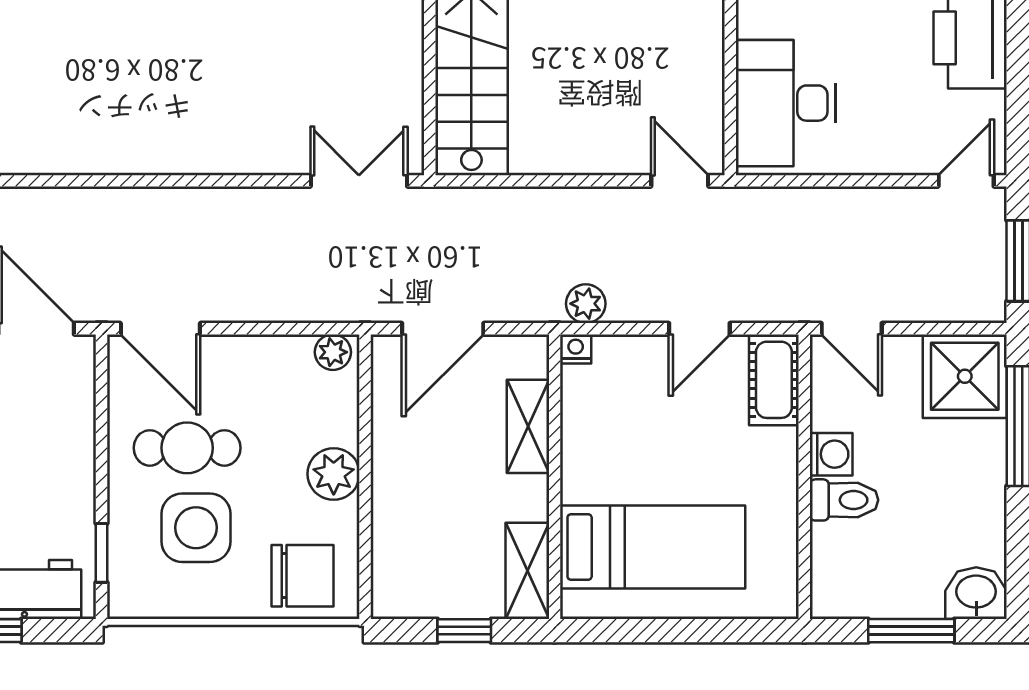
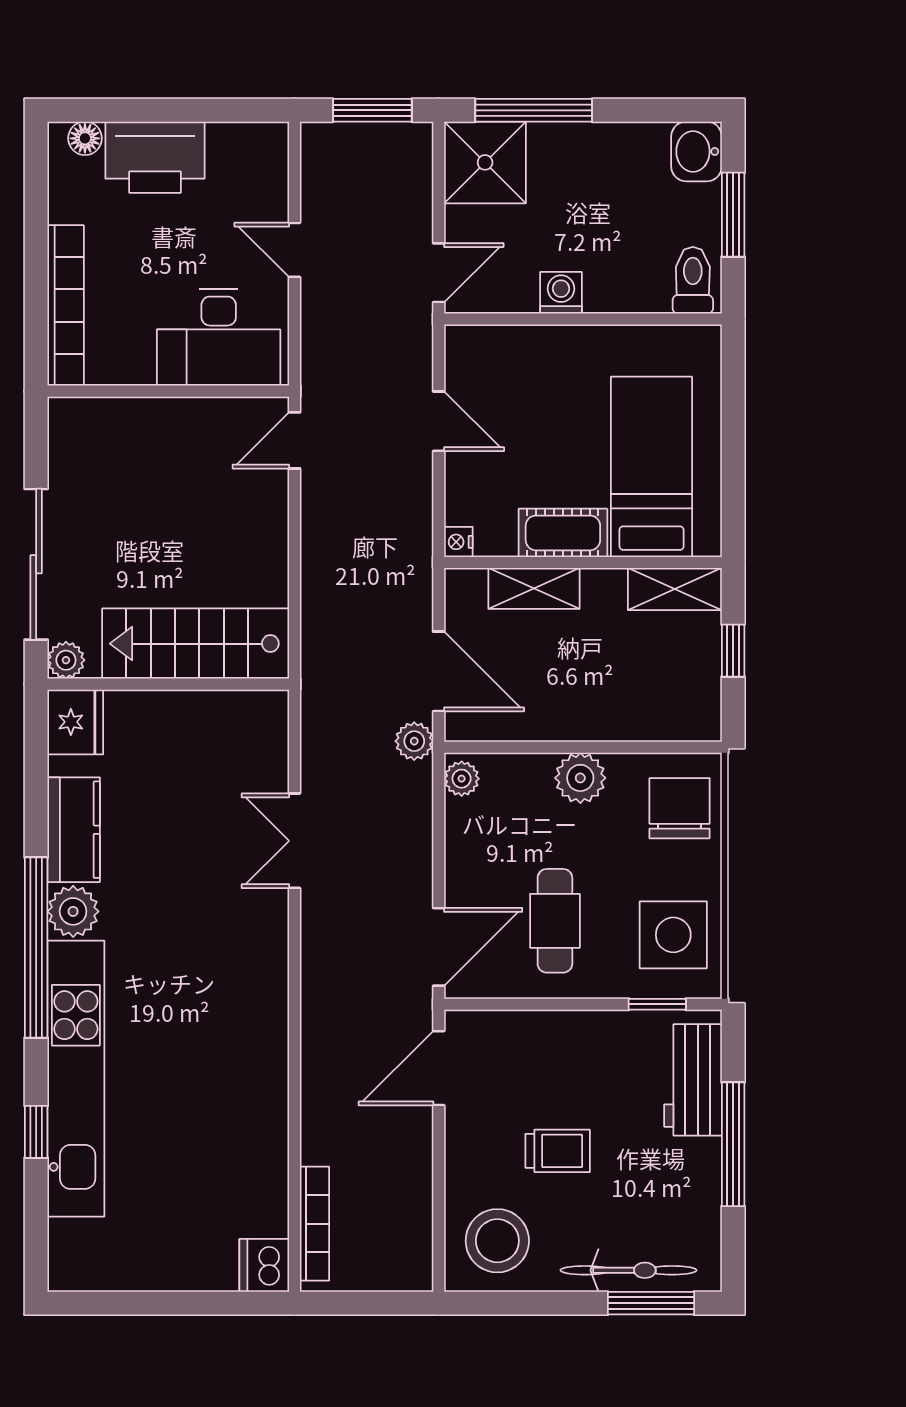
double door: (359, 181) -> (294, 841), moved
door: (966, 181) -> (294, 250), moved
plant: (586, 304) -> (414, 741), moved
cot: (774, 380) -> (563, 533), moved
toilet: (844, 500) -> (693, 280), moved
side table: (196, 528) -> (673, 935), moved

